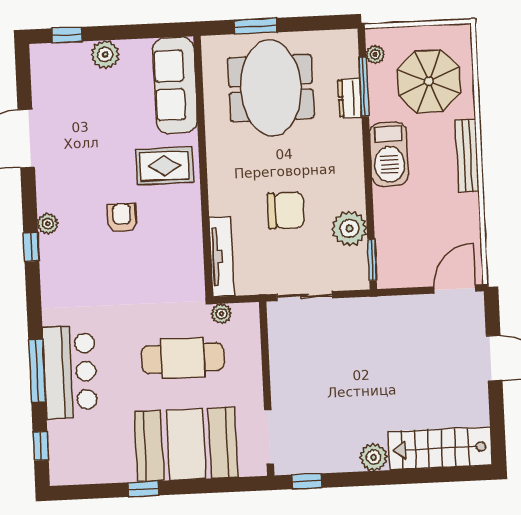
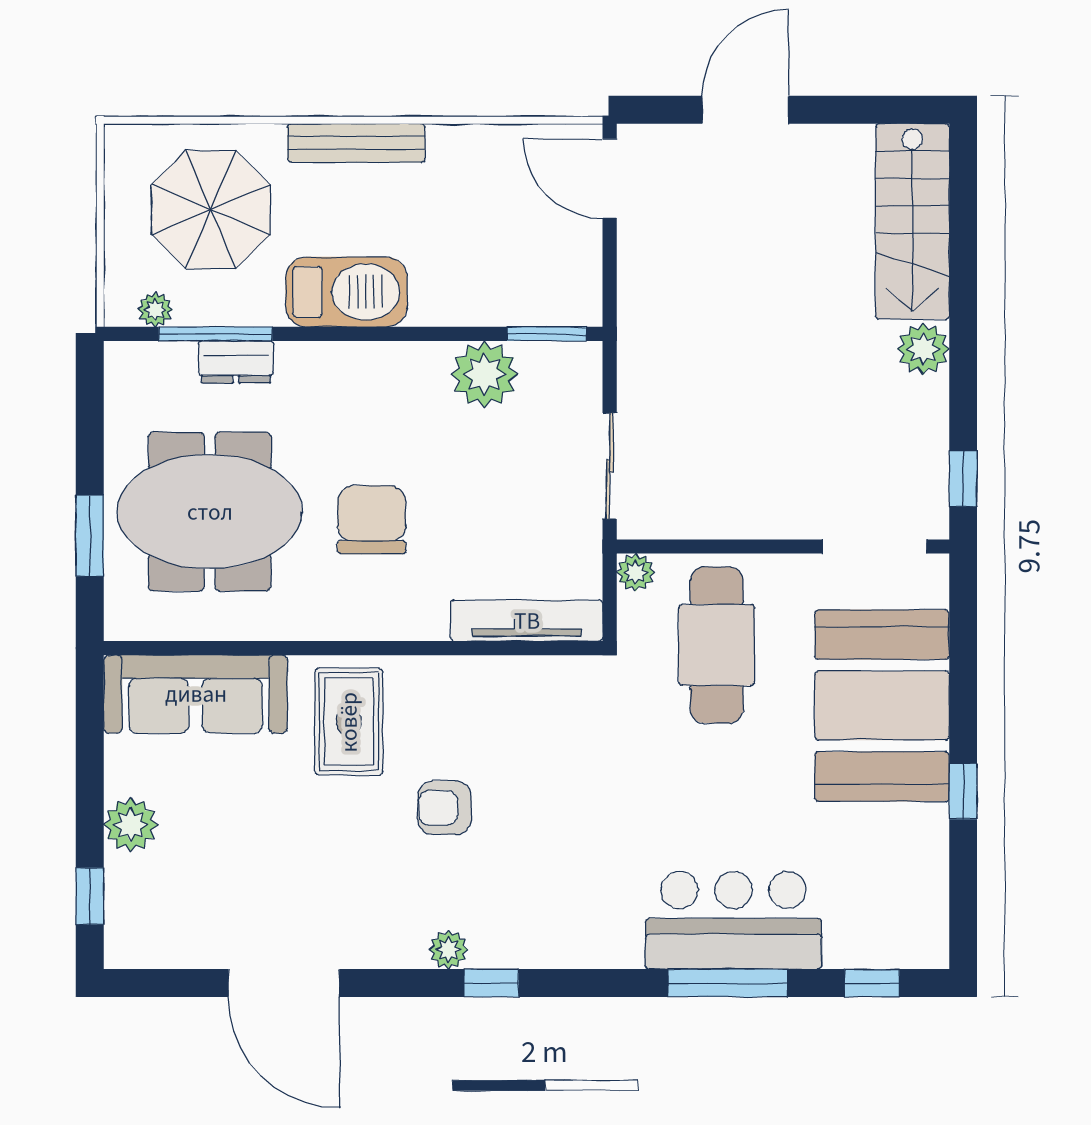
chair: (286, 210) -> (372, 520), moved
plant: (222, 314) -> (636, 572), moved
cafe table: (183, 358) -> (717, 645), moved

